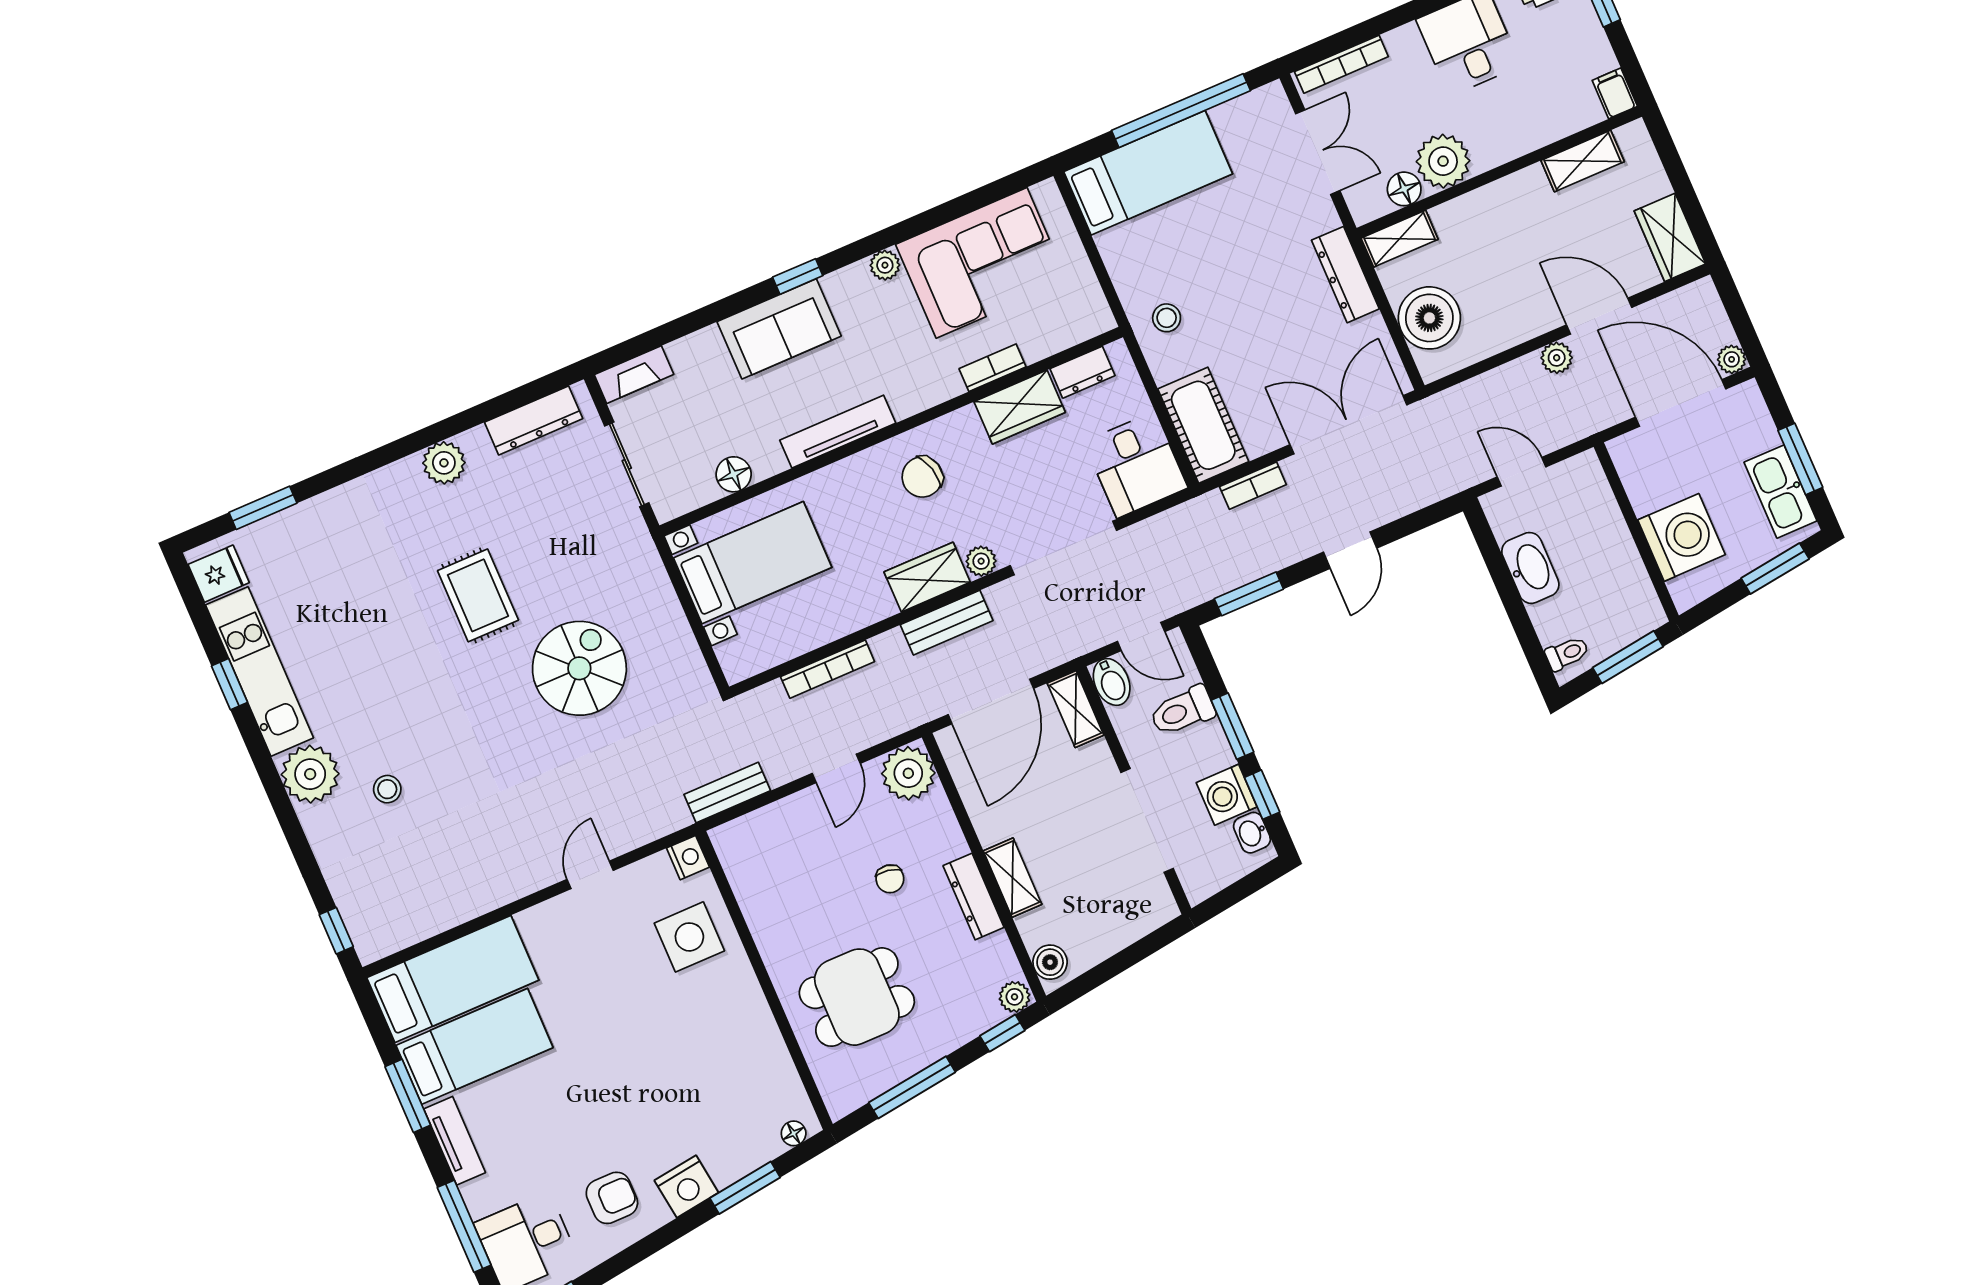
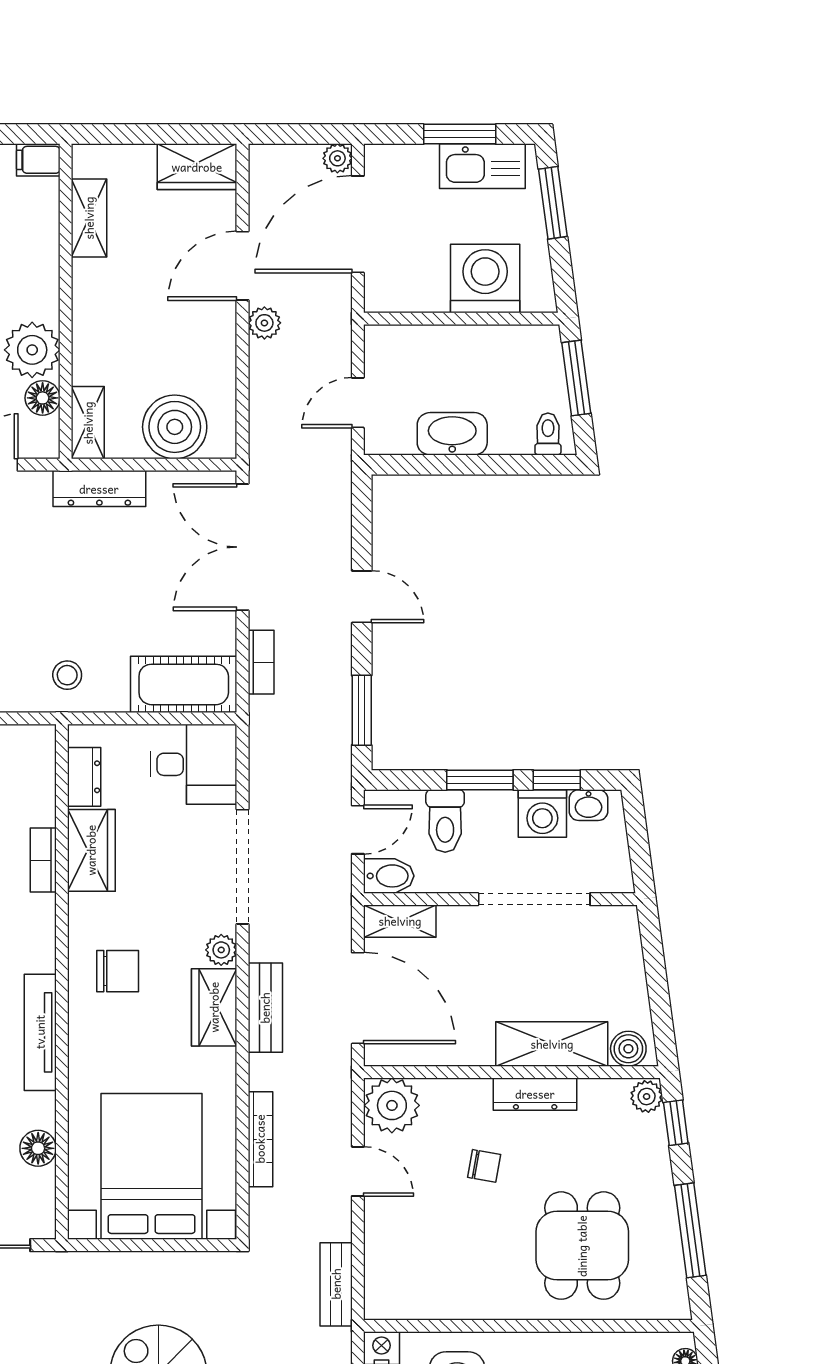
chair: (922, 477) -> (118, 971), turned -75
bed with nightstands: (753, 563) -> (152, 1166), width x1.36
shelving: (1013, 878) -> (552, 1044), width x1.50, depth x1.33

